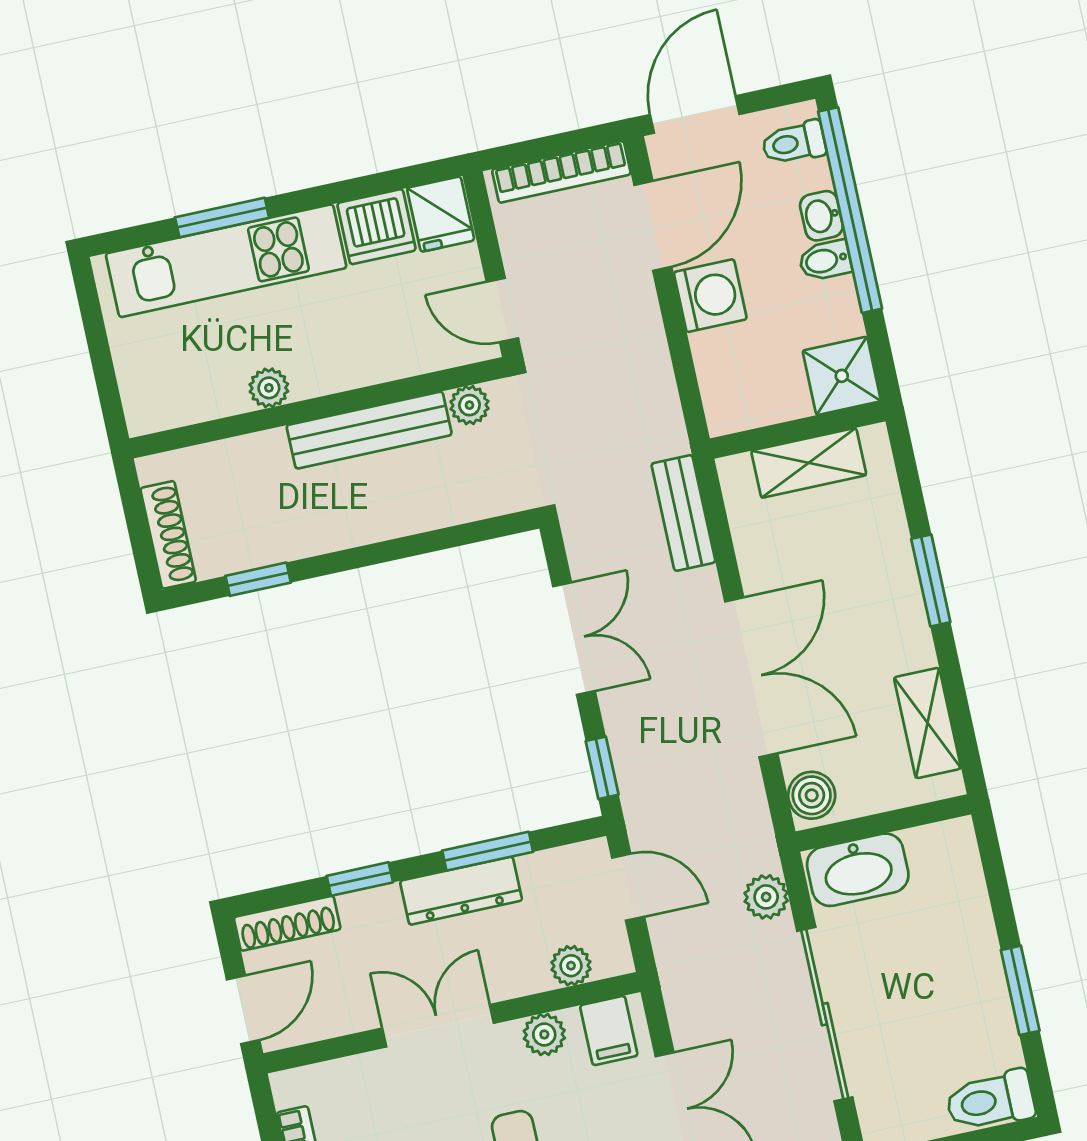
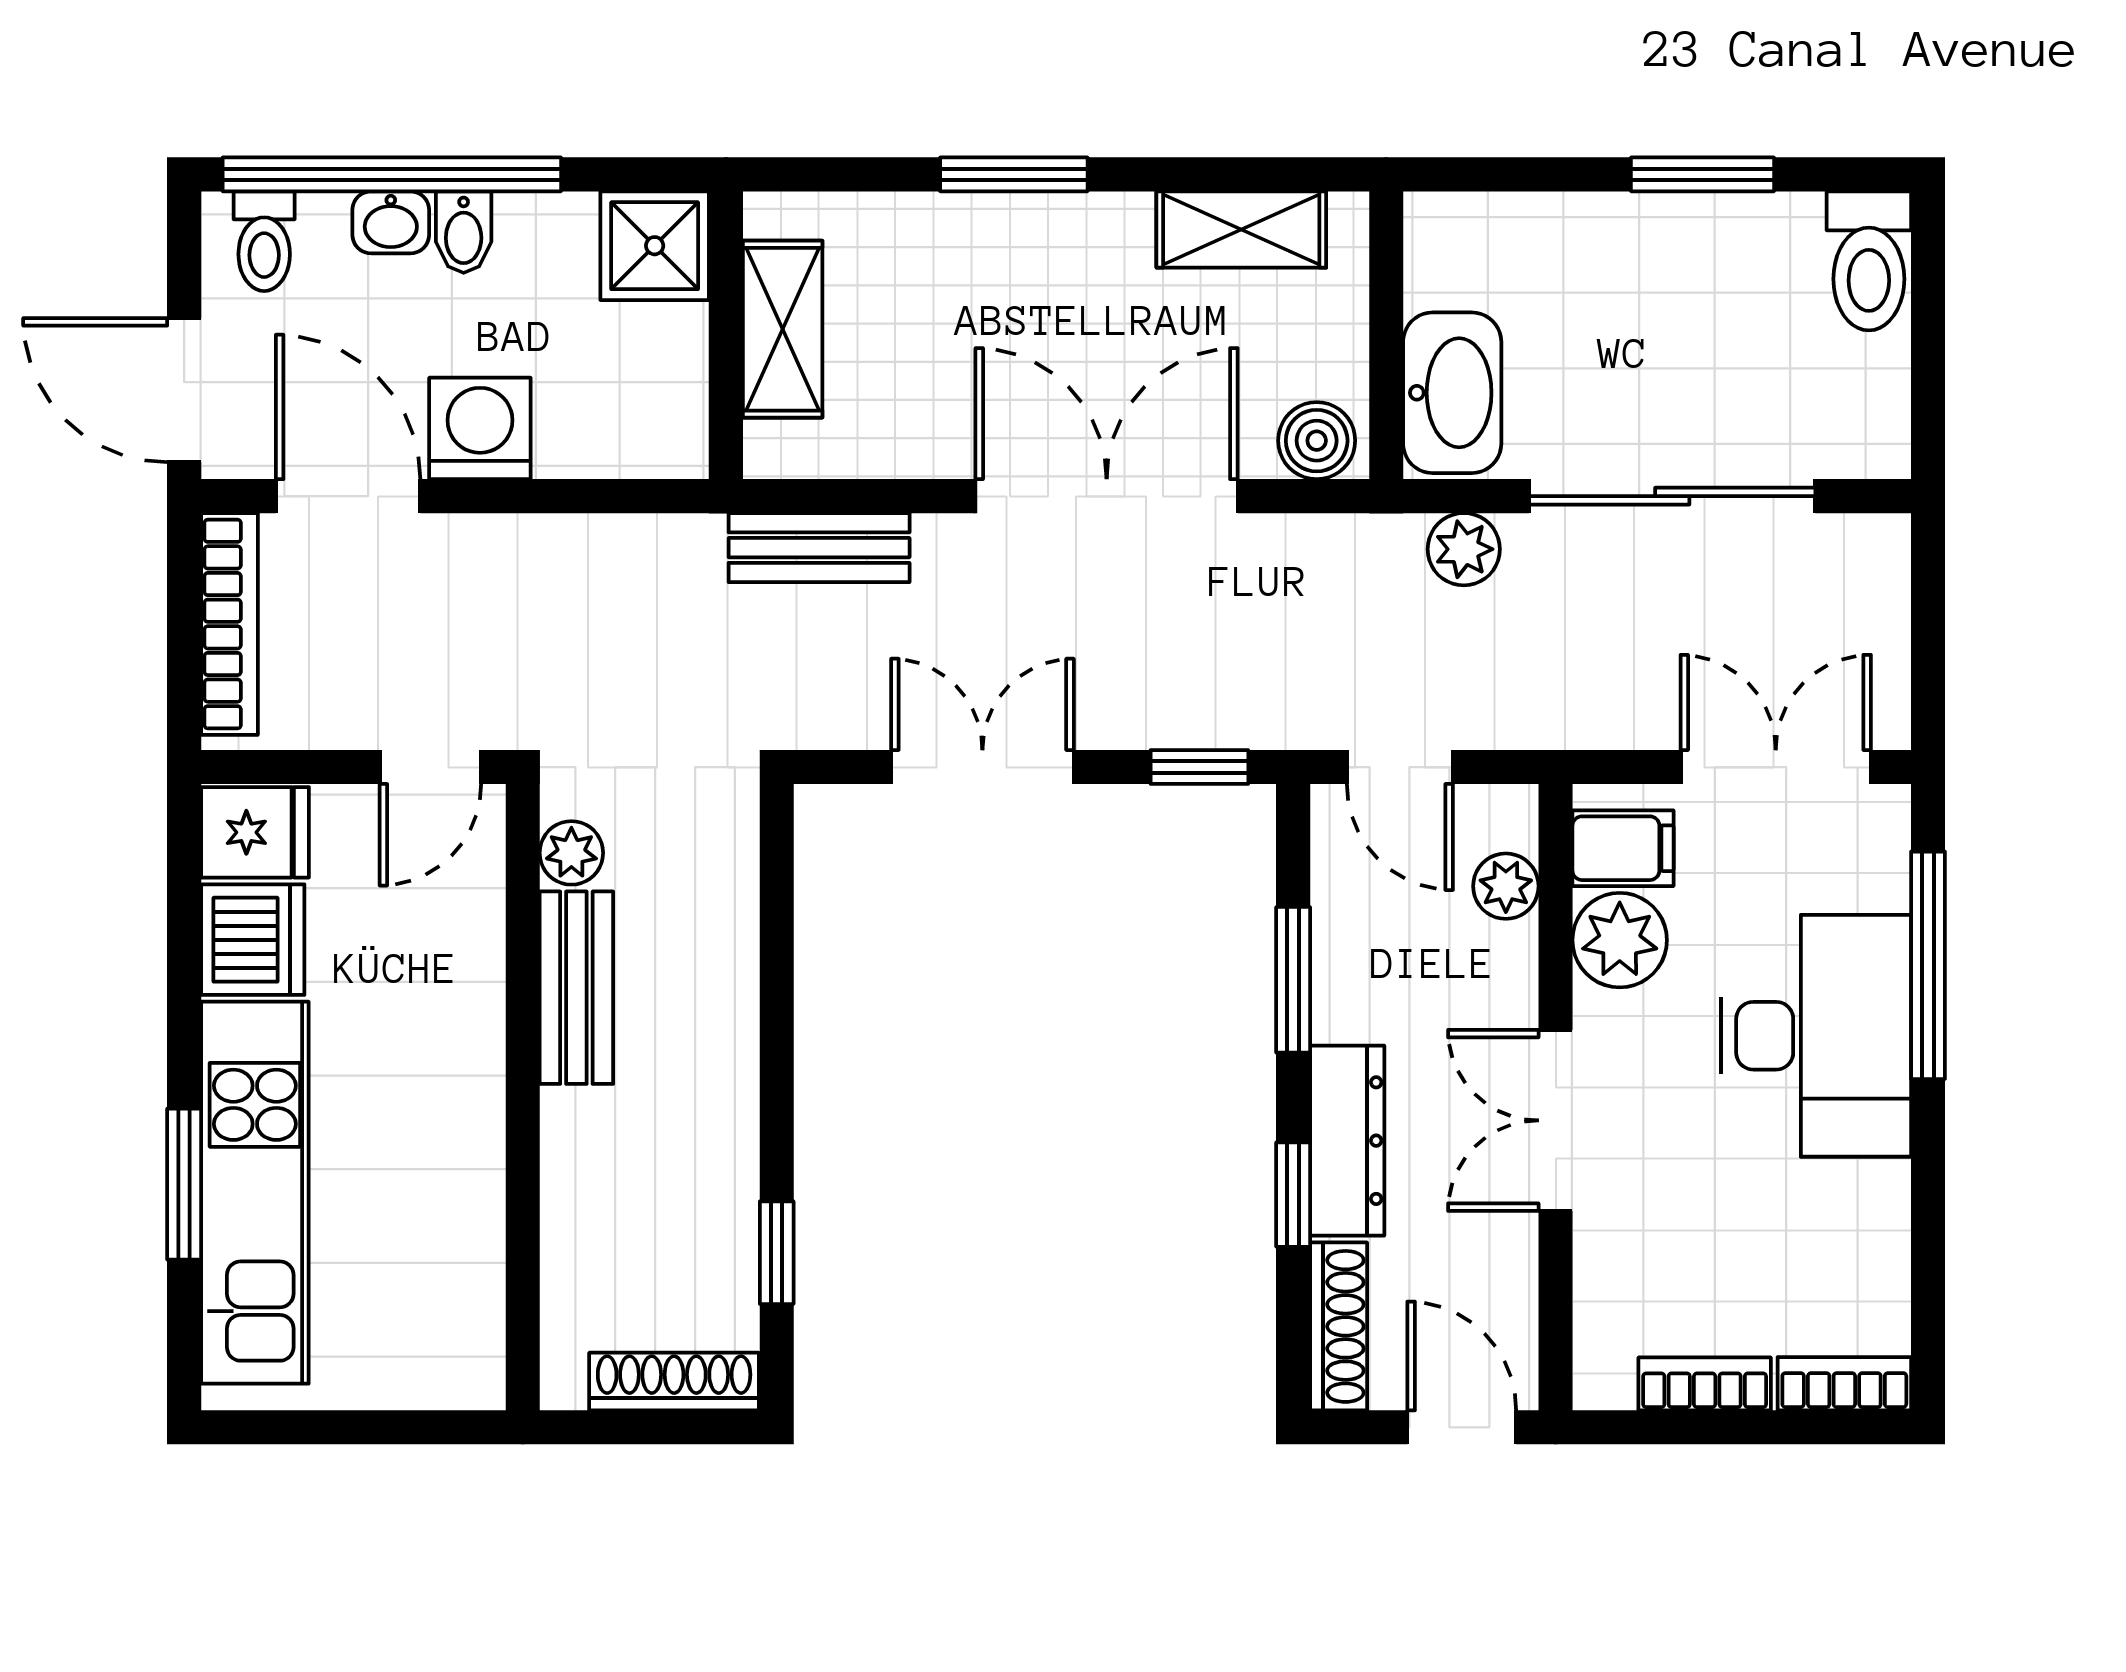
plant: (269, 388) -> (474, 1169), removed
bench: (369, 430) -> (576, 988), width x0.73
door: (628, 887) -> (1400, 767), swing flipped
dresser: (461, 891) -> (1347, 1141), moved
plant: (544, 1034) -> (1620, 940), width x1.38, depth x1.38

